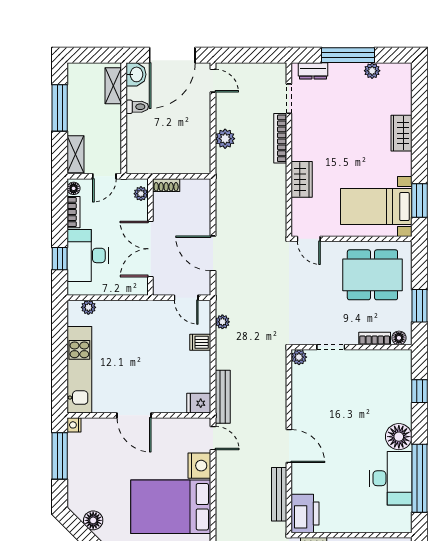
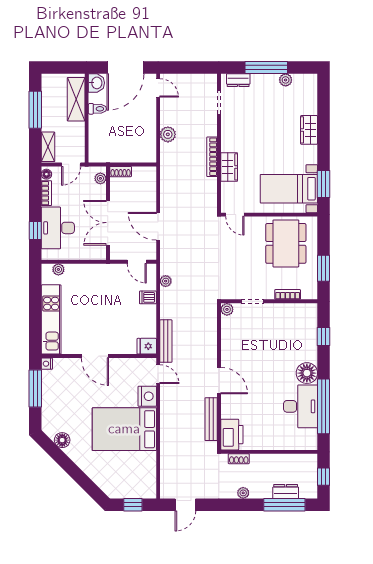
shelving: (113, 86) -> (76, 99), width x1.50, depth x1.33
bookcase: (280, 138) -> (212, 157), moved
dining table: (372, 275) -> (286, 243), turned 90
floor lamp: (399, 338) -> (307, 294), removed

